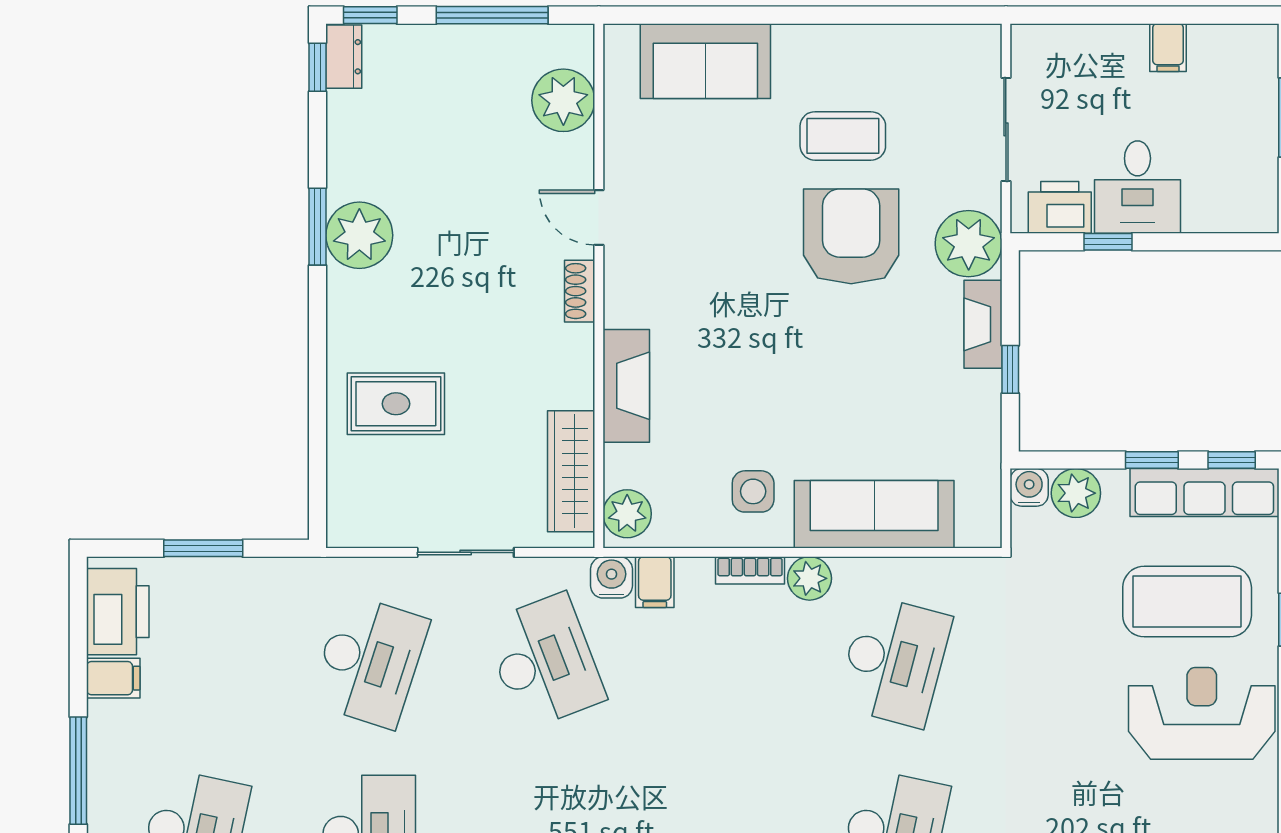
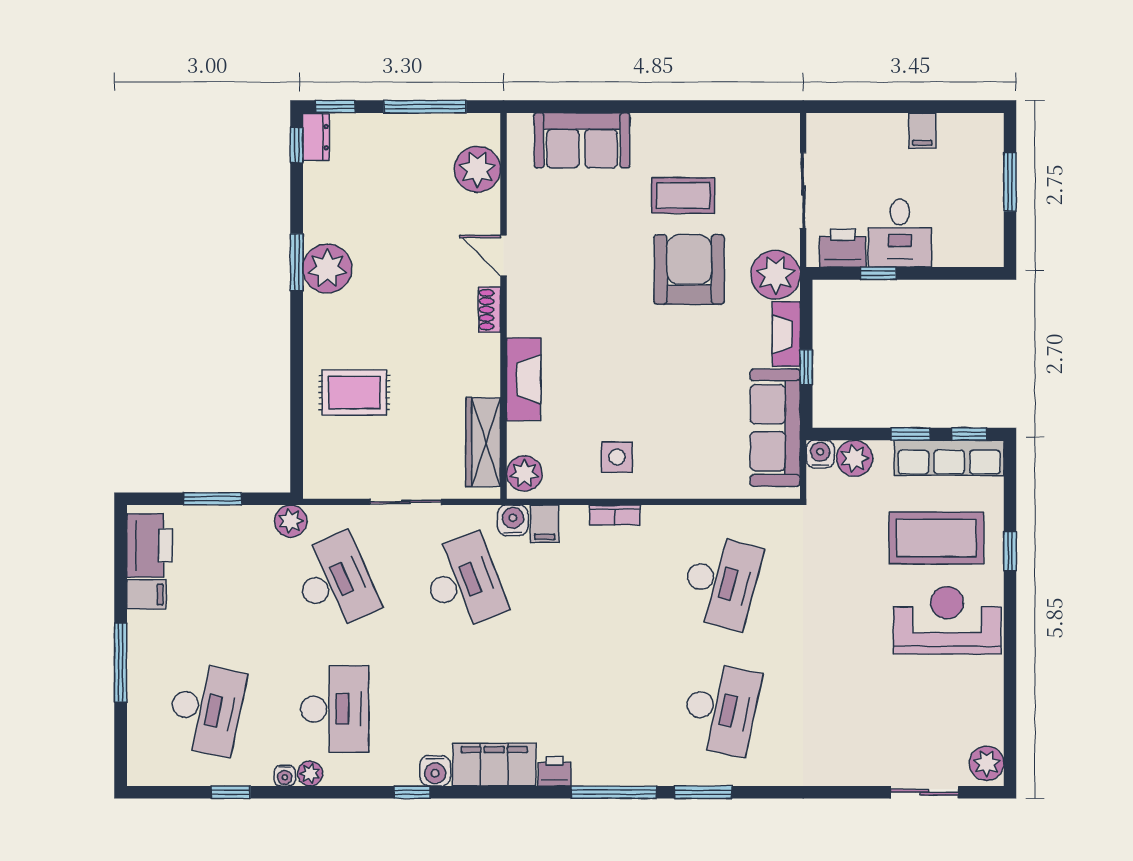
sofa: (874, 514) -> (775, 428), moved, turned -90
plant: (809, 578) -> (291, 521), moved
desk: (369, 661) -> (335, 582), turned -42

